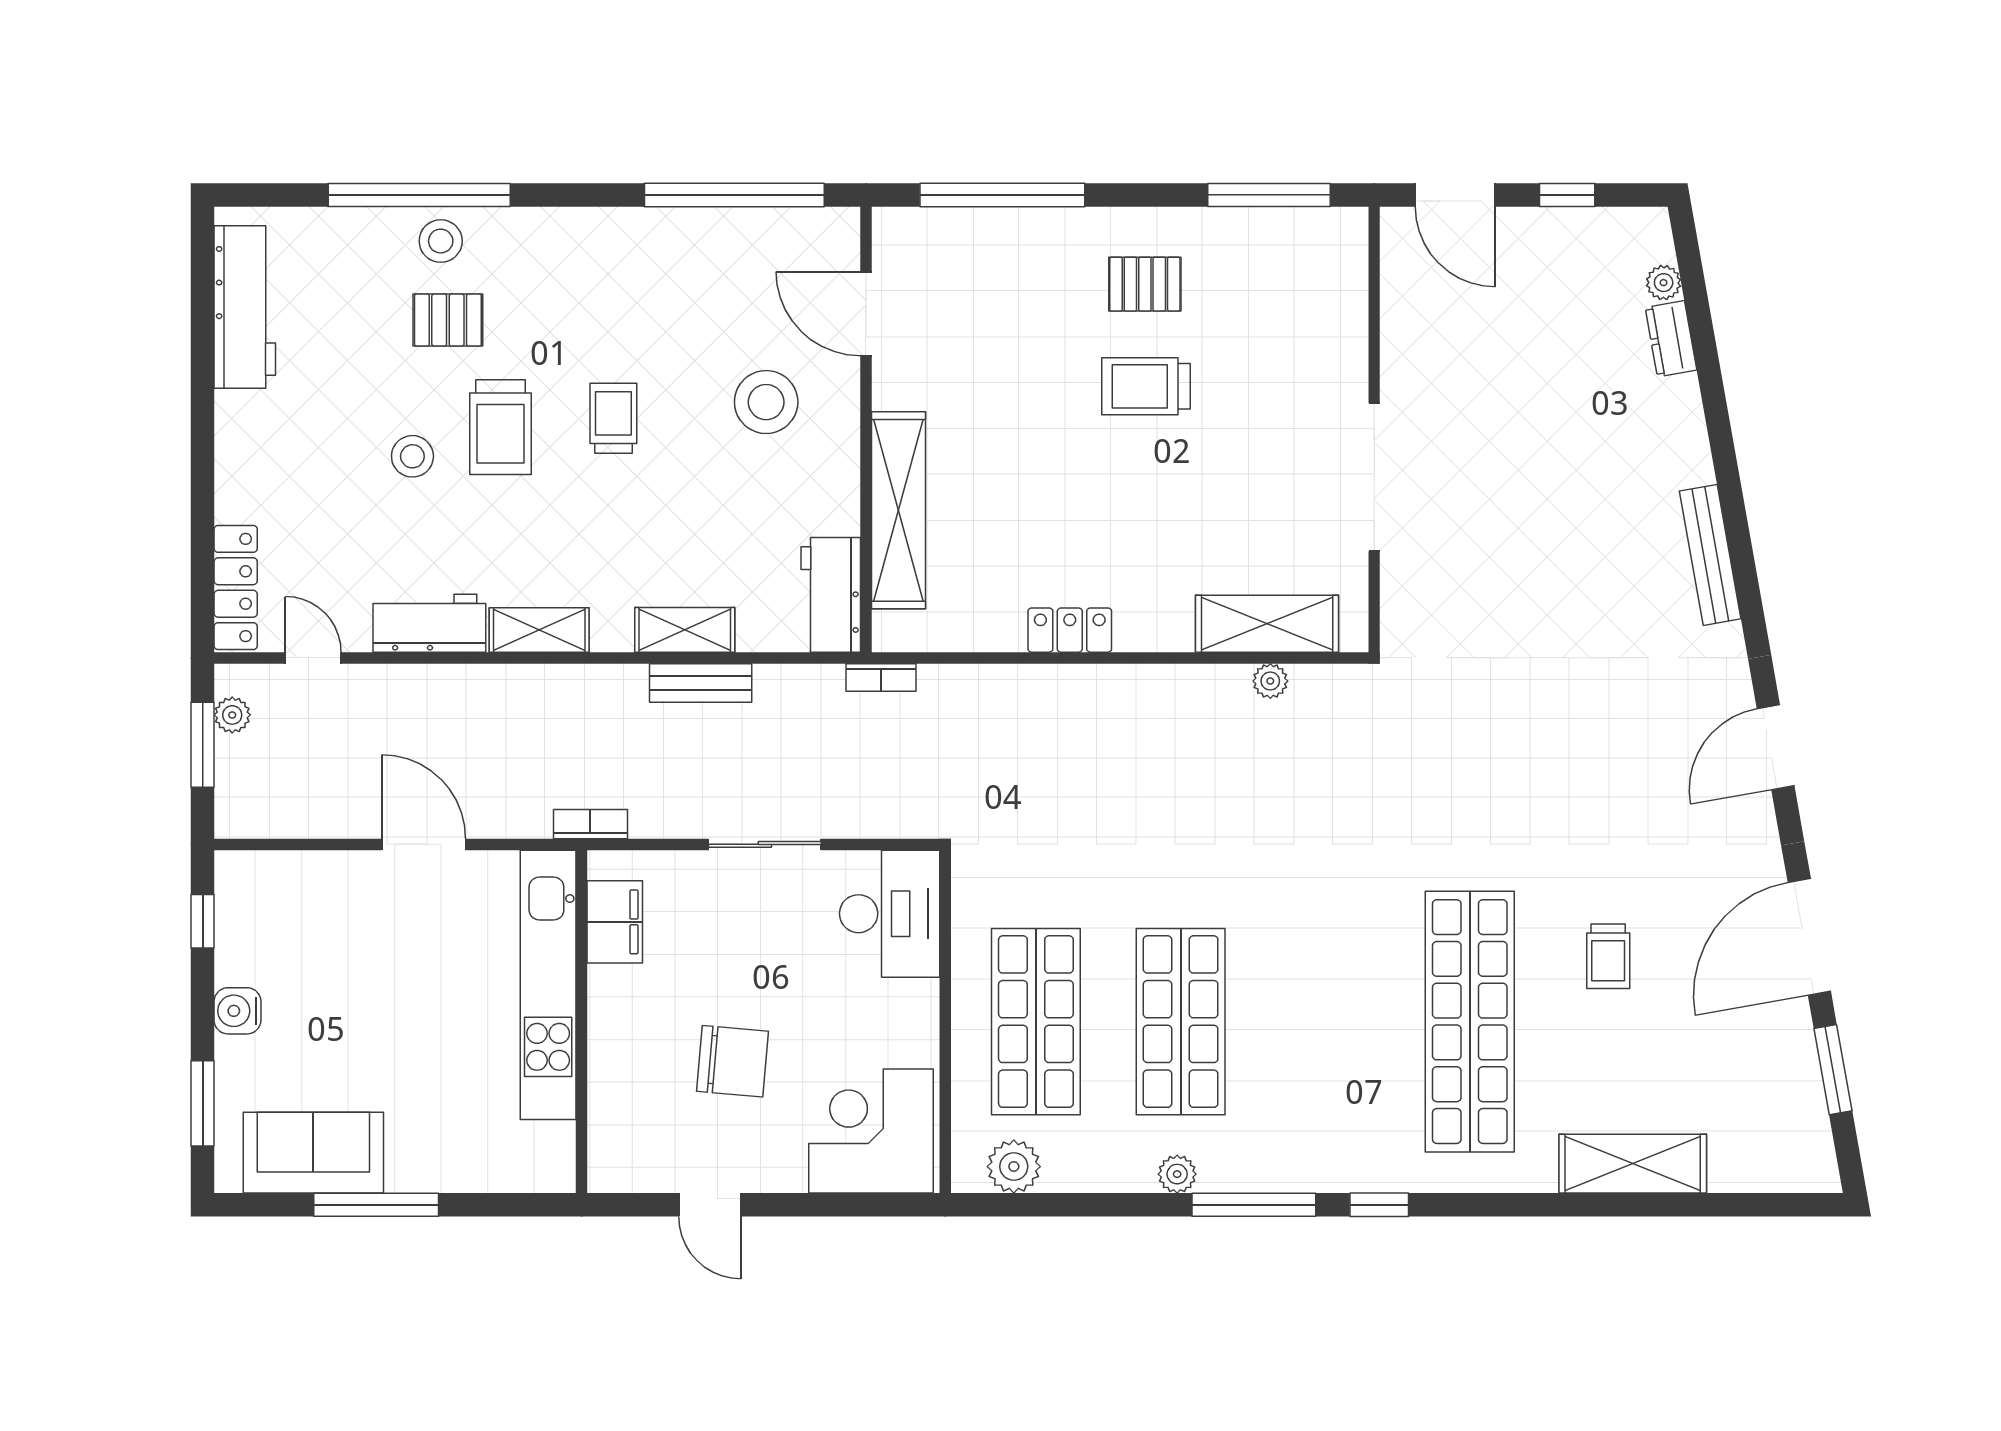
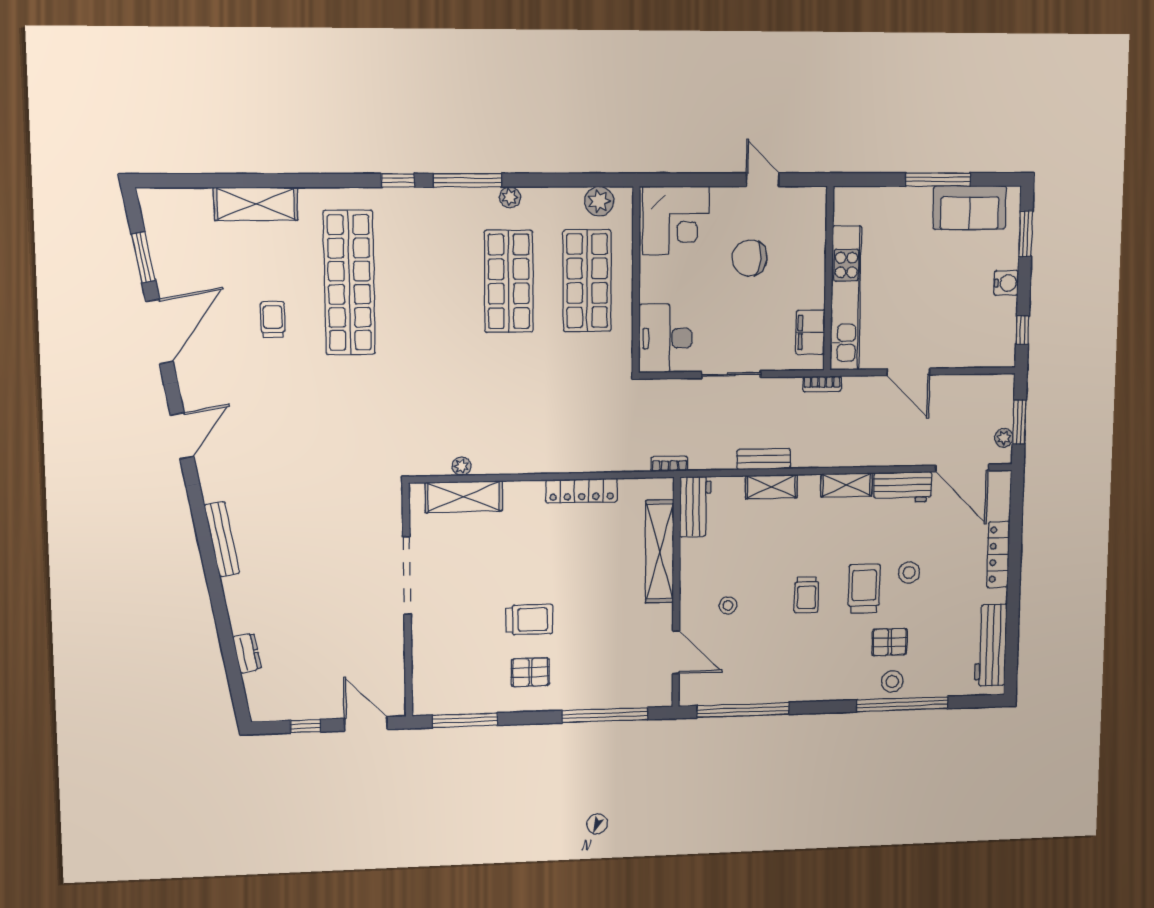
plant: (1664, 283) -> (252, 682), removed
stool: (766, 402) -> (728, 605), width x0.53, depth x0.53
locker: (236, 588) -> (998, 554), moved
locker: (1070, 630) -> (582, 491), width x1.53
door: (313, 658) -> (962, 468), width x1.88

